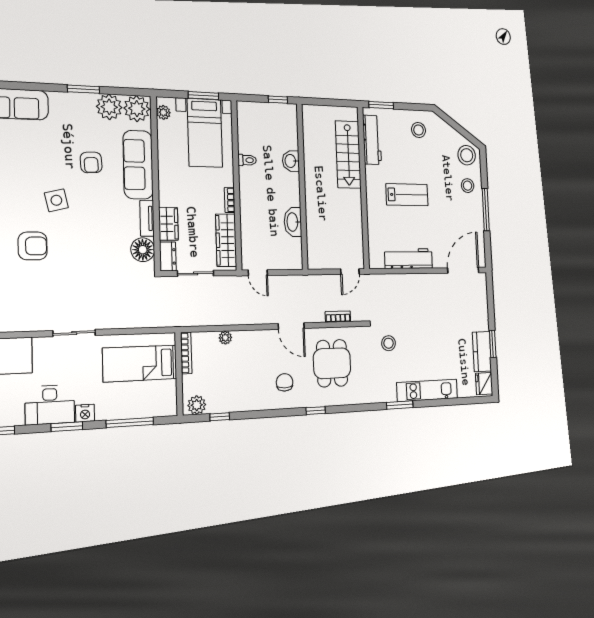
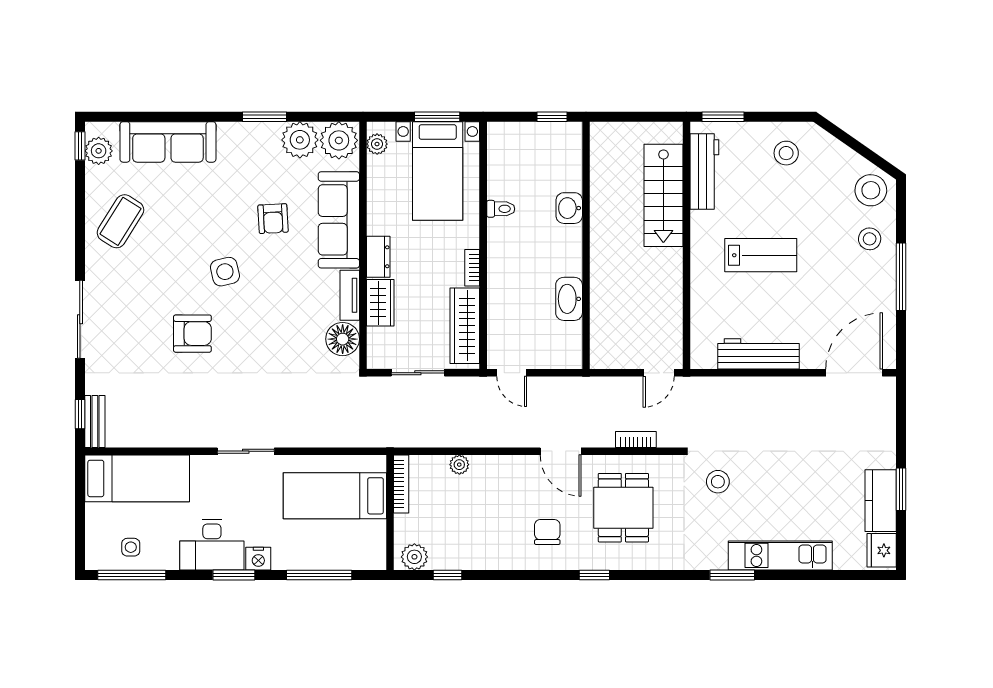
dresser: (168, 256) -> (378, 257), moved

